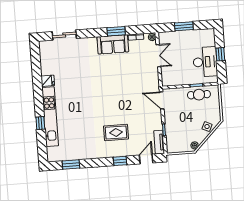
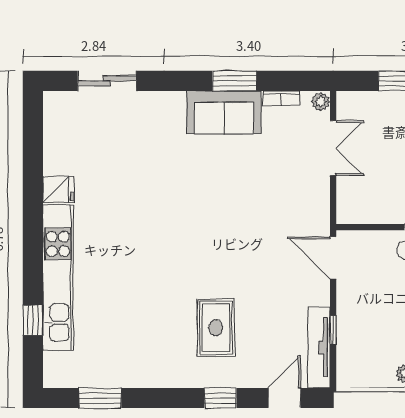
window: (40, 123) -> (33, 320), moved
rug: (116, 132) -> (216, 328), turned 90
tv unit: (159, 142) -> (319, 347), width x1.41

